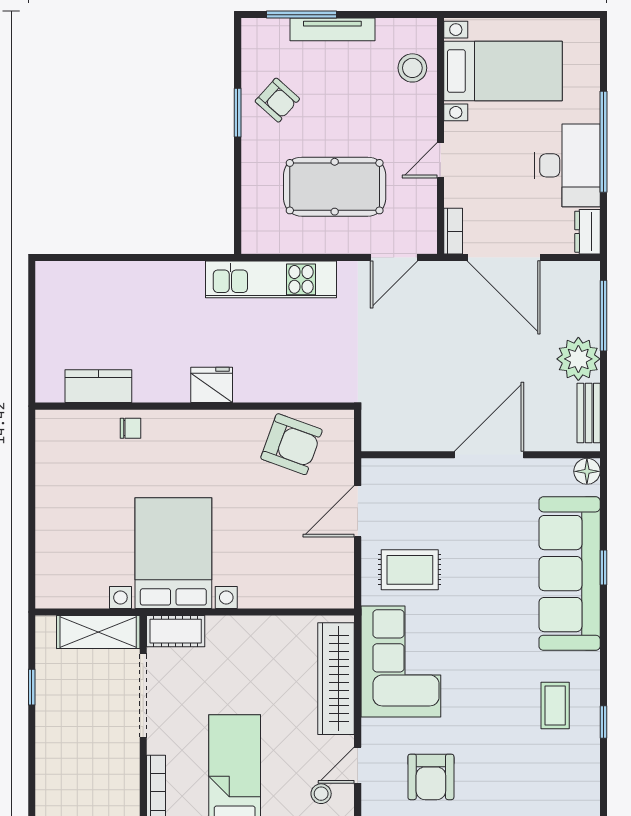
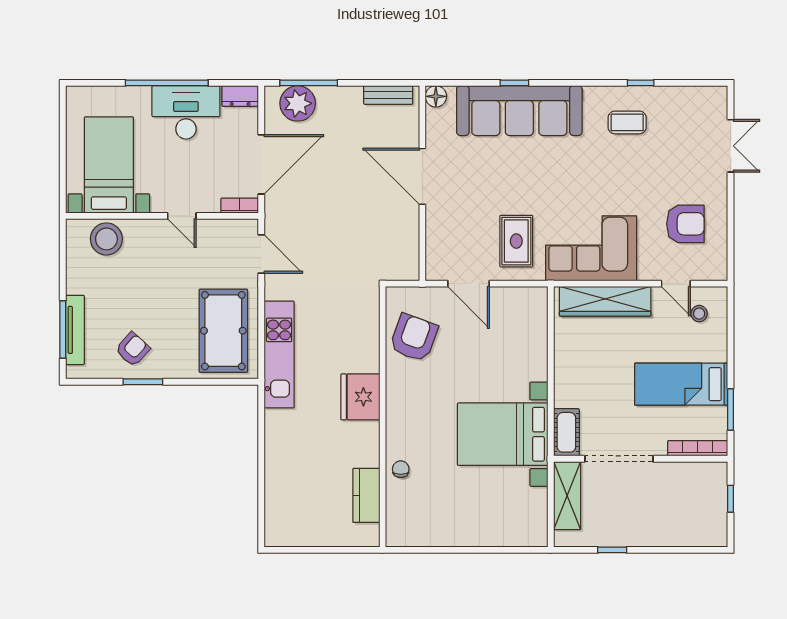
tv unit: (332, 29) -> (75, 330), moved
stool: (412, 68) -> (106, 239), width x1.38, depth x1.38
pool table: (335, 187) -> (223, 331), moved
plant: (578, 359) -> (298, 103), moved
fridge: (212, 385) -> (360, 397), width x1.36, depth x1.34

